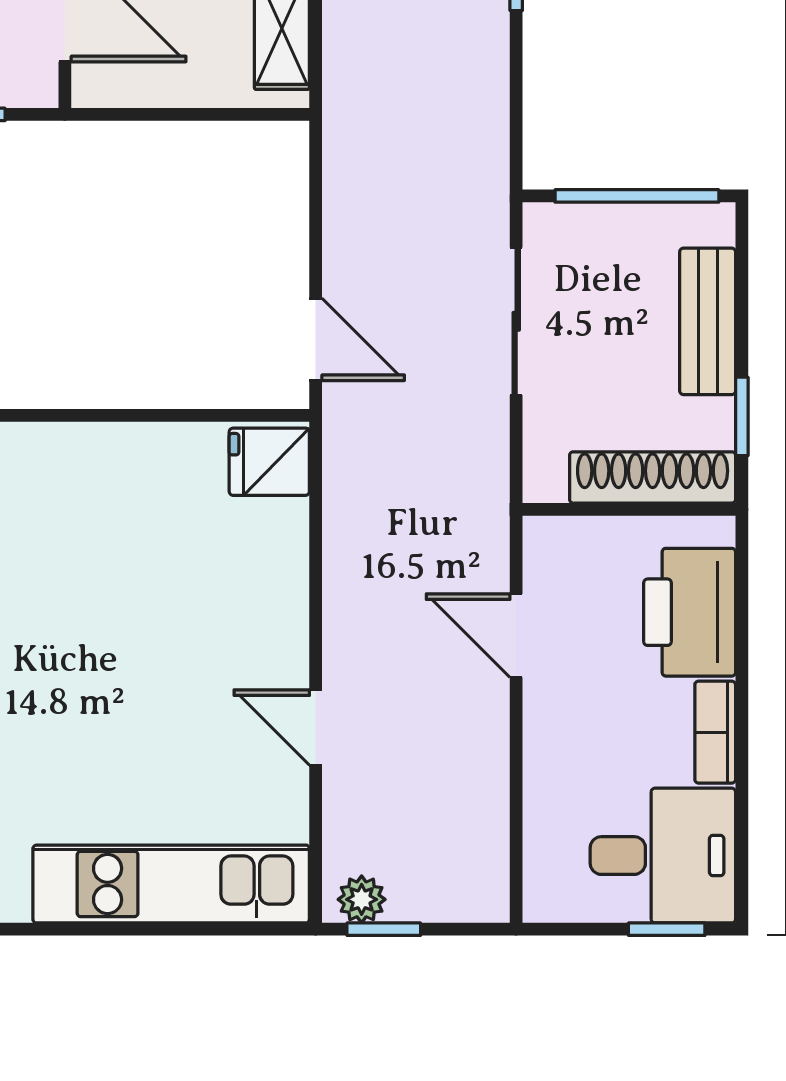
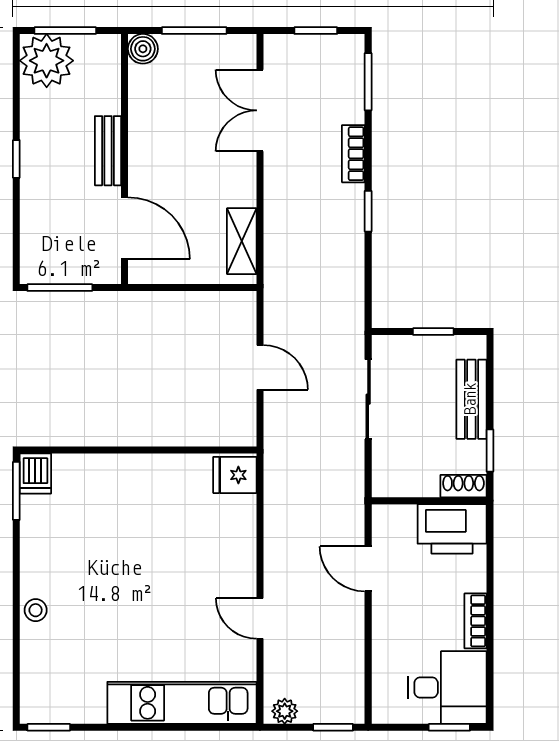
window: (637, 196) -> (433, 332), width x0.46
door: (316, 339) -> (260, 367), moved
shoe rack: (653, 477) -> (463, 486), width x0.51, depth x0.81
printer: (690, 612) -> (452, 529), moved, turned -90
window: (384, 929) -> (333, 727), moved

